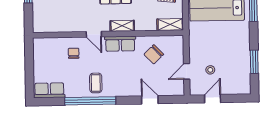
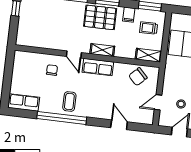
chair: (154, 54) -> (138, 77), moved

